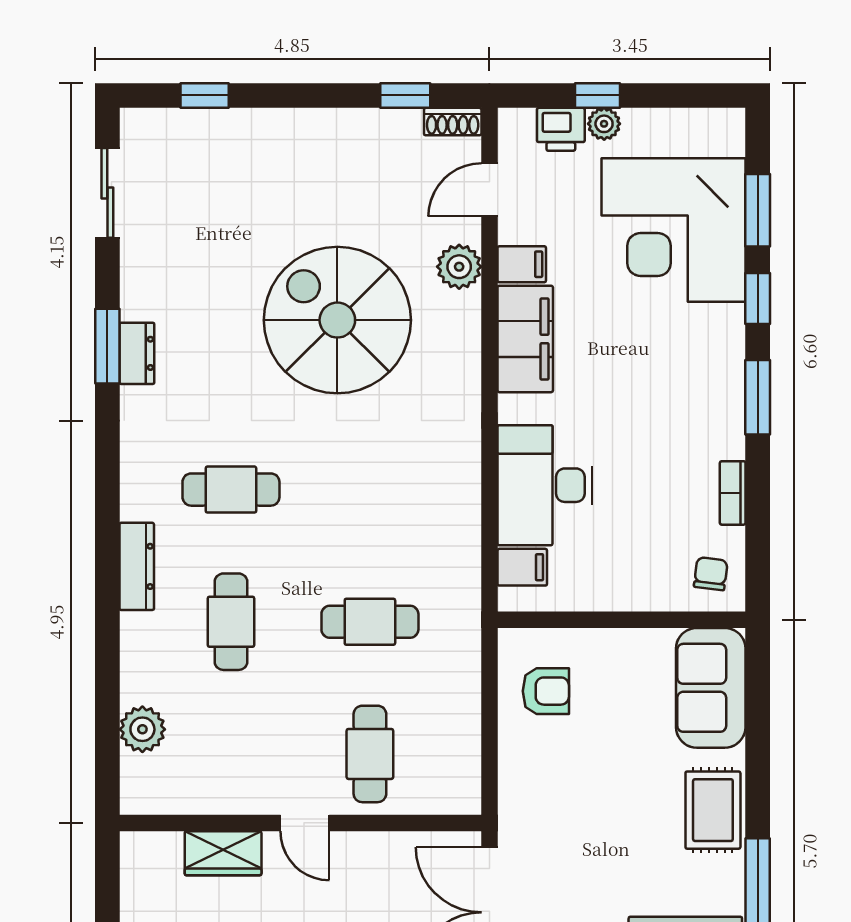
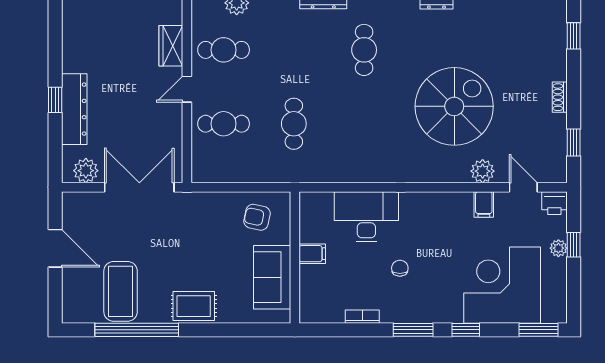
shoe rack: (453, 122) -> (560, 97), moved
printer: (561, 129) -> (554, 203), moved, turned -90
window: (758, 210) -> (538, 330), moved
filing cabinet: (525, 339) -> (444, 206), removed
filing cabinet: (522, 567) -> (312, 254), moved, turned -90
chair: (711, 574) -> (400, 268), moved, turned -97
cafe table: (231, 622) -> (224, 50), moved
sofa: (711, 688) -> (272, 277), moved, turned -90
armchair: (546, 691) -> (257, 217), turned 102

